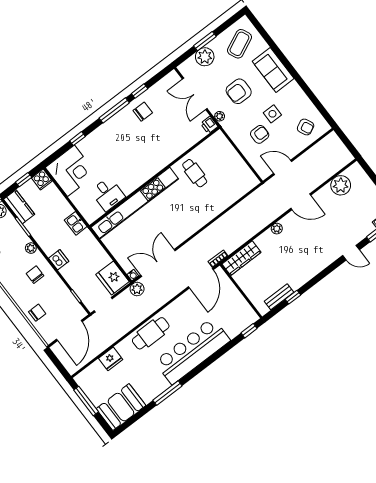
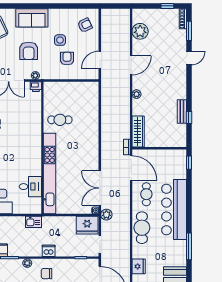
bench: (279, 297) -> (182, 111), moved
cafe table: (187, 313) -> (146, 194), added

